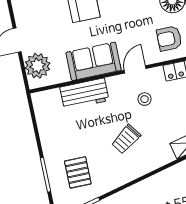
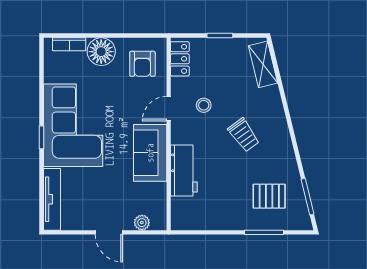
plant: (37, 66) -> (142, 223), width x0.53, depth x0.53
door: (135, 69) -> (169, 109), hinge flipped

